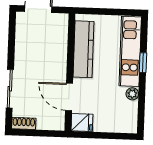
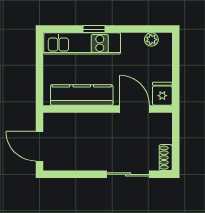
plant: (132, 94) -> (151, 39), moved
door: (69, 97) -> (135, 109), swing flipped

